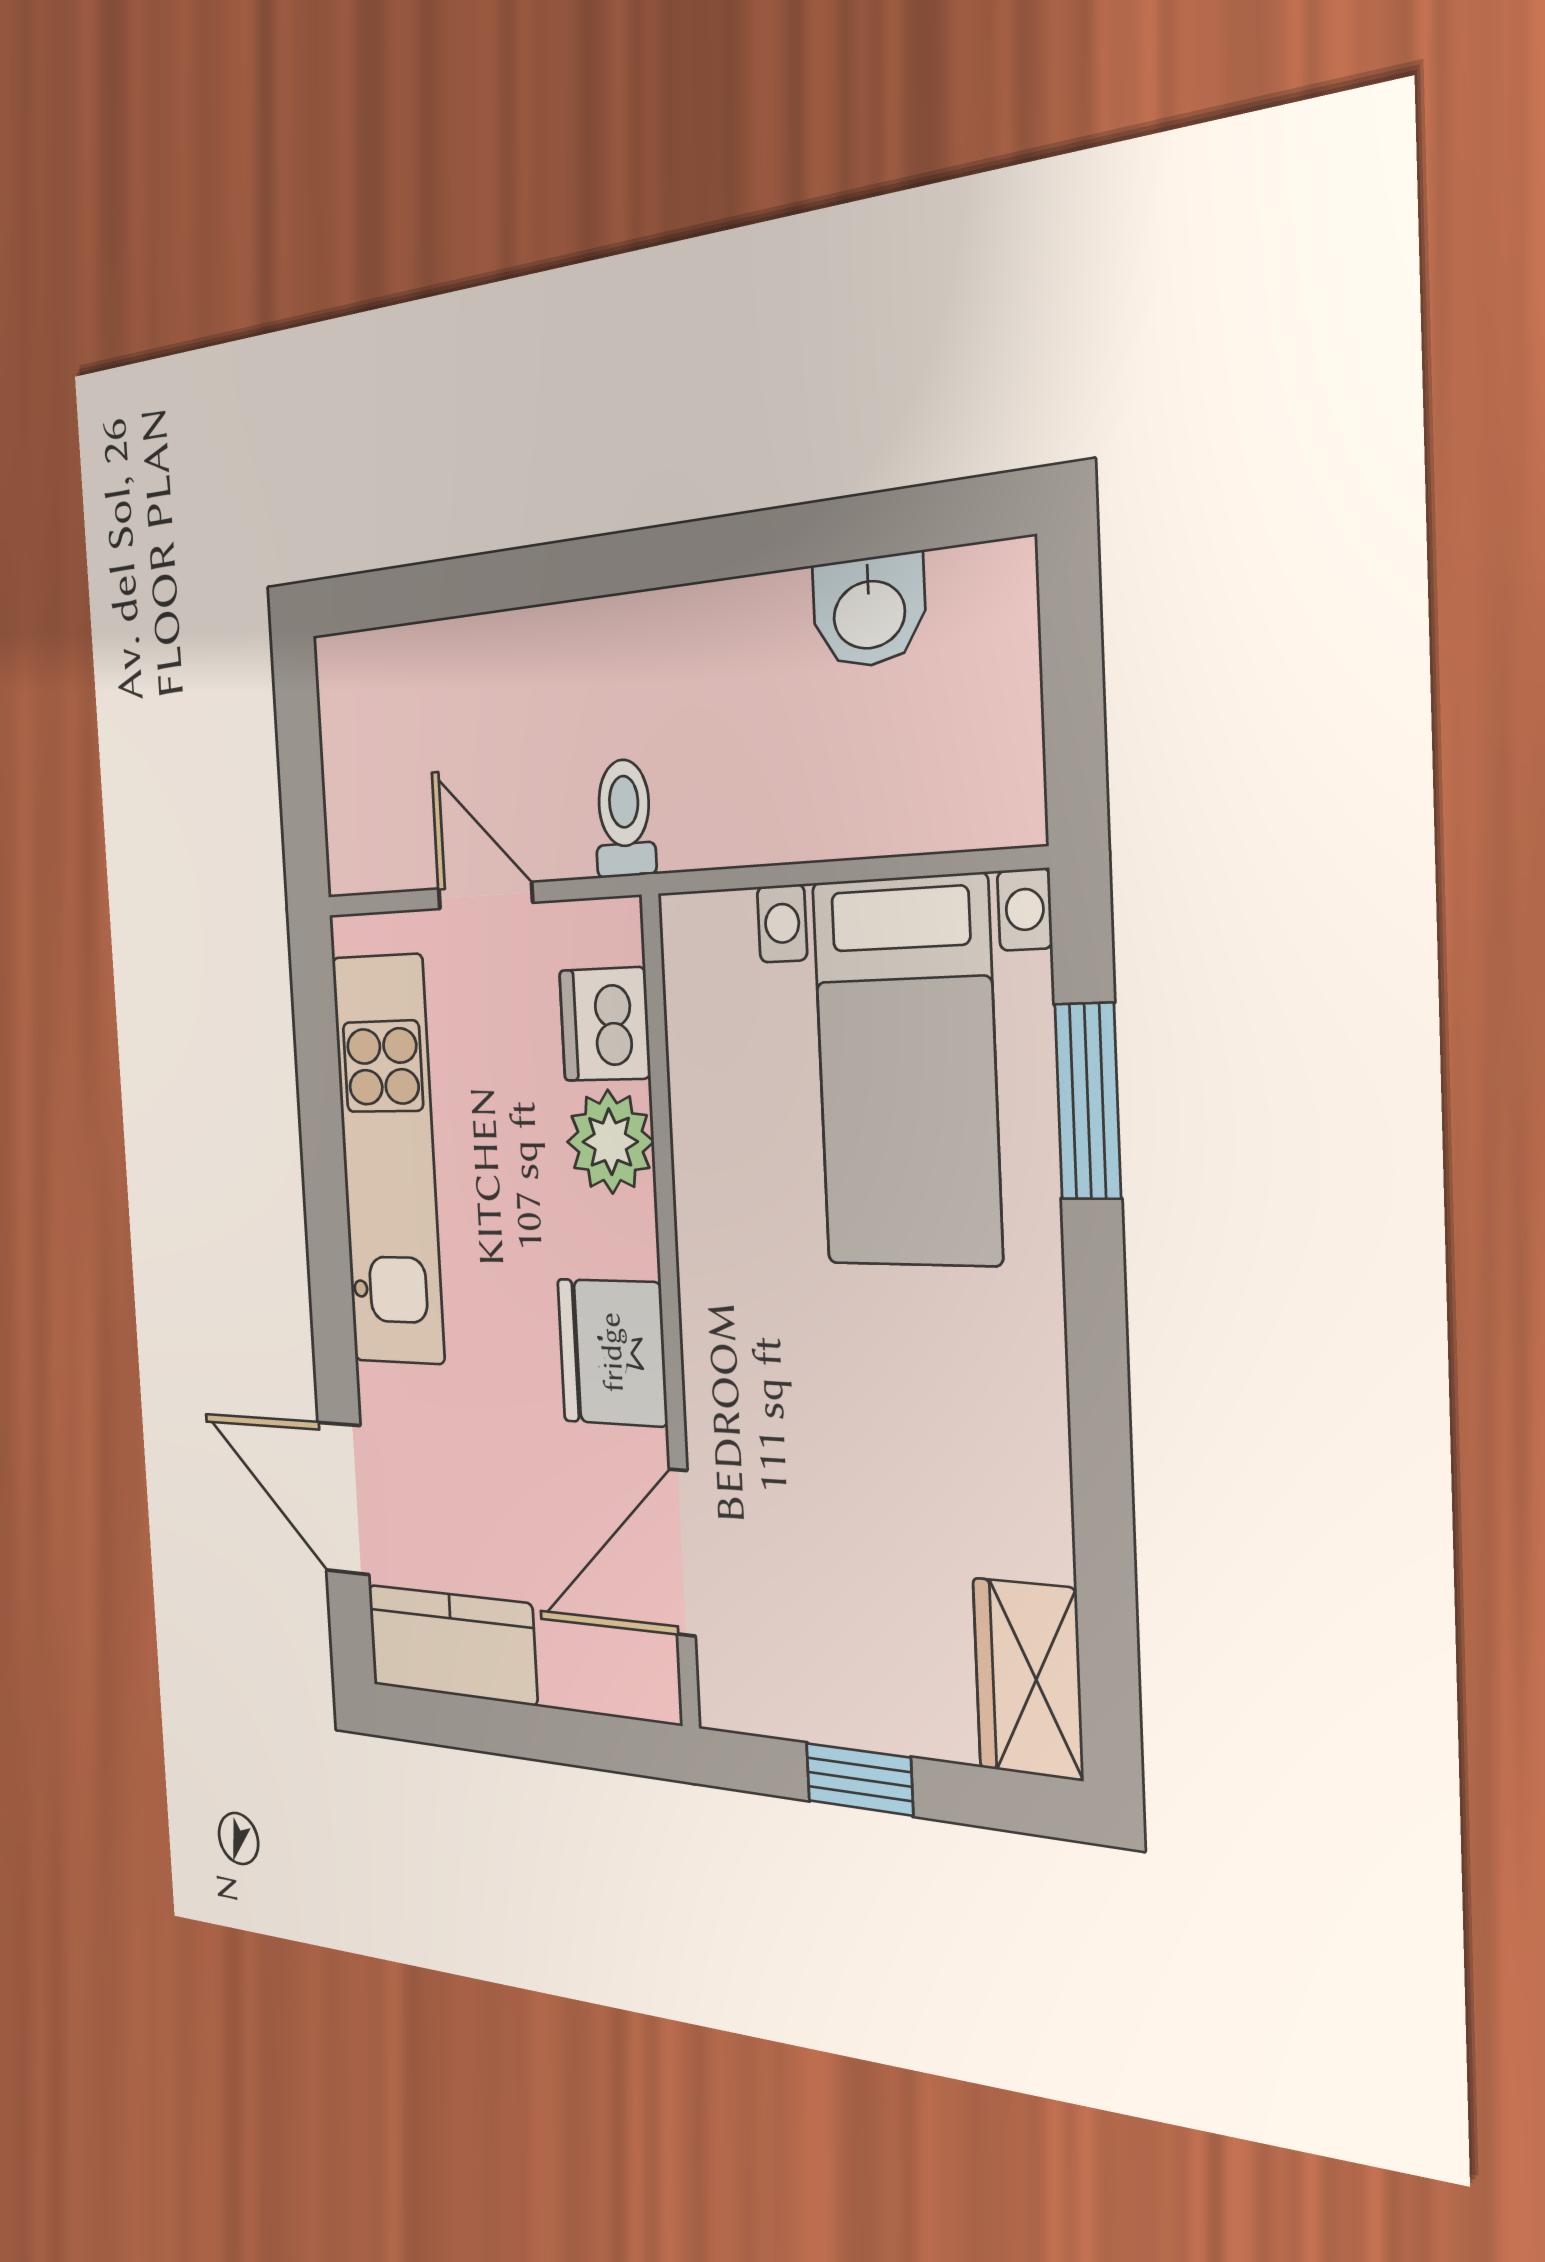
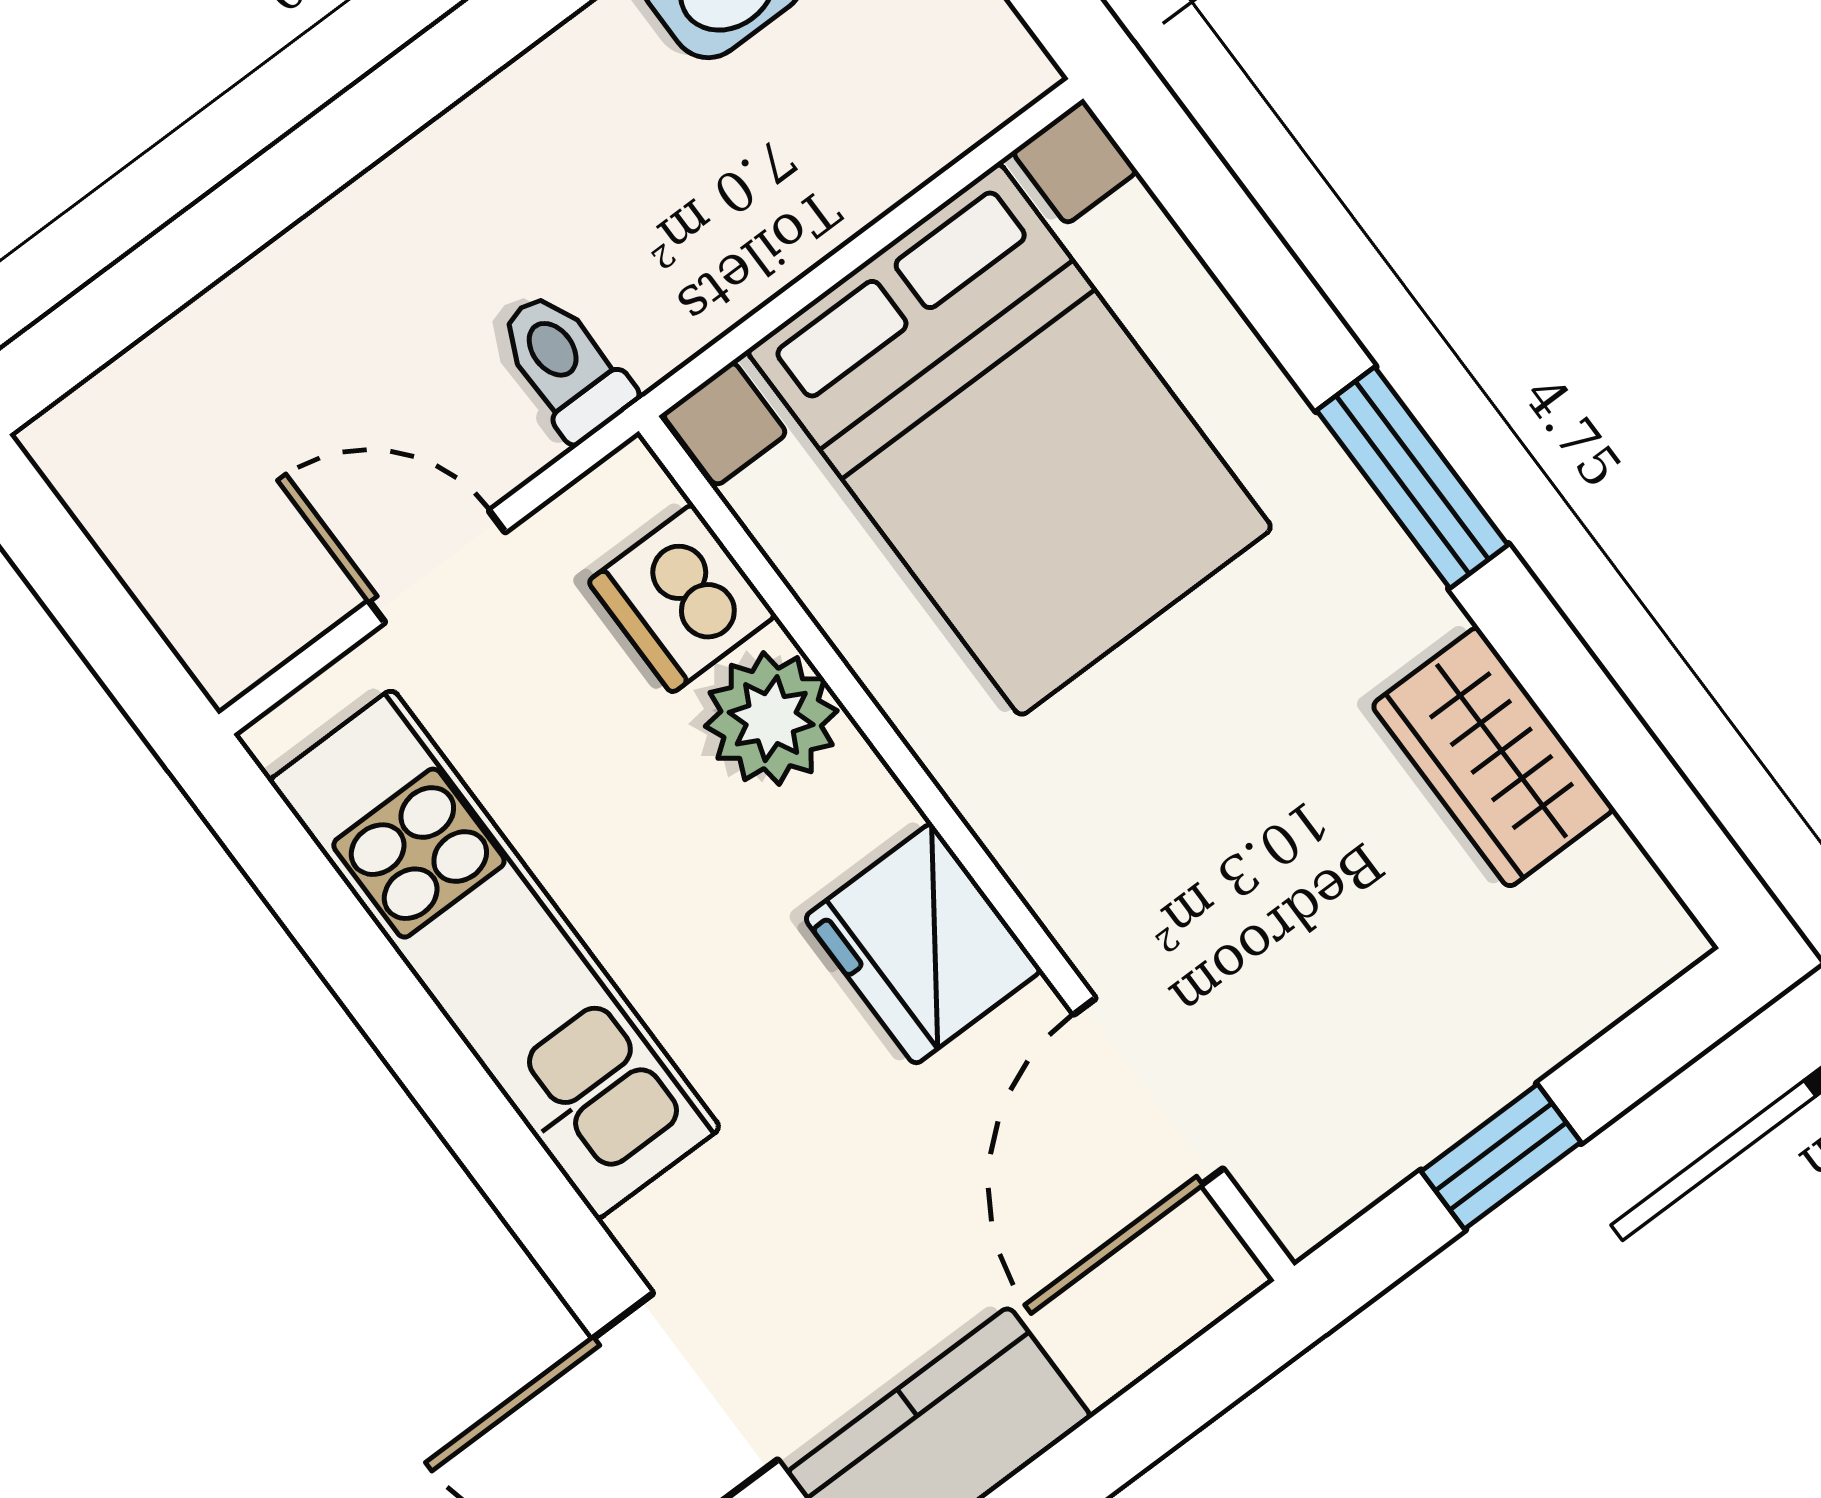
bed with nightstands: (907, 1072) -> (1009, 439), width x1.36
window: (1088, 1101) -> (1412, 478), moved
wardrobe: (1028, 1679) -> (1493, 757), moved

